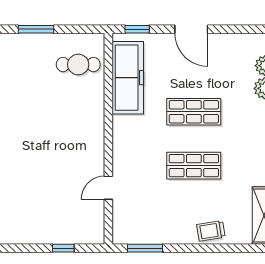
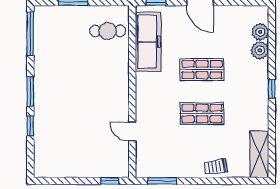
door: (108, 188) -> (132, 132), hinge flipped
window: (63, 248) -> (110, 181), moved

